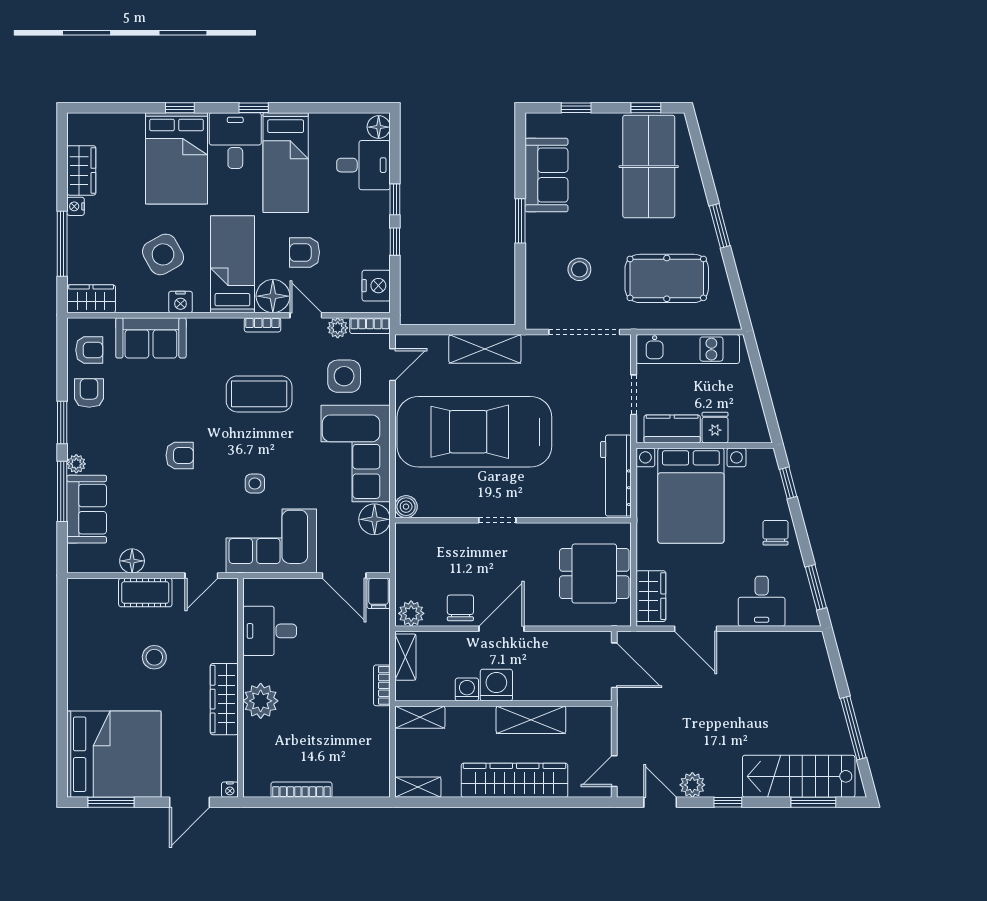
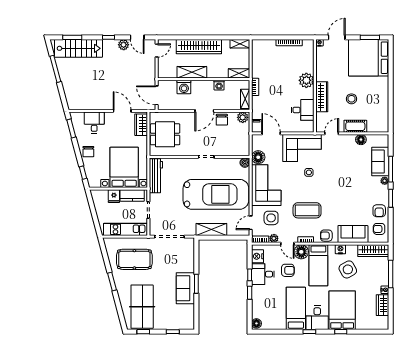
desk: (363, 165) -> (263, 274), moved
sofa: (546, 175) -> (185, 288), moved
stool: (579, 269) -> (171, 263), removed
wardrobe: (91, 299) -> (373, 251), width x1.50
armchair: (180, 455) -> (326, 236), moved
washing machine: (496, 685) -> (184, 87), moved
wardrobe: (224, 699) -> (322, 97), moved

